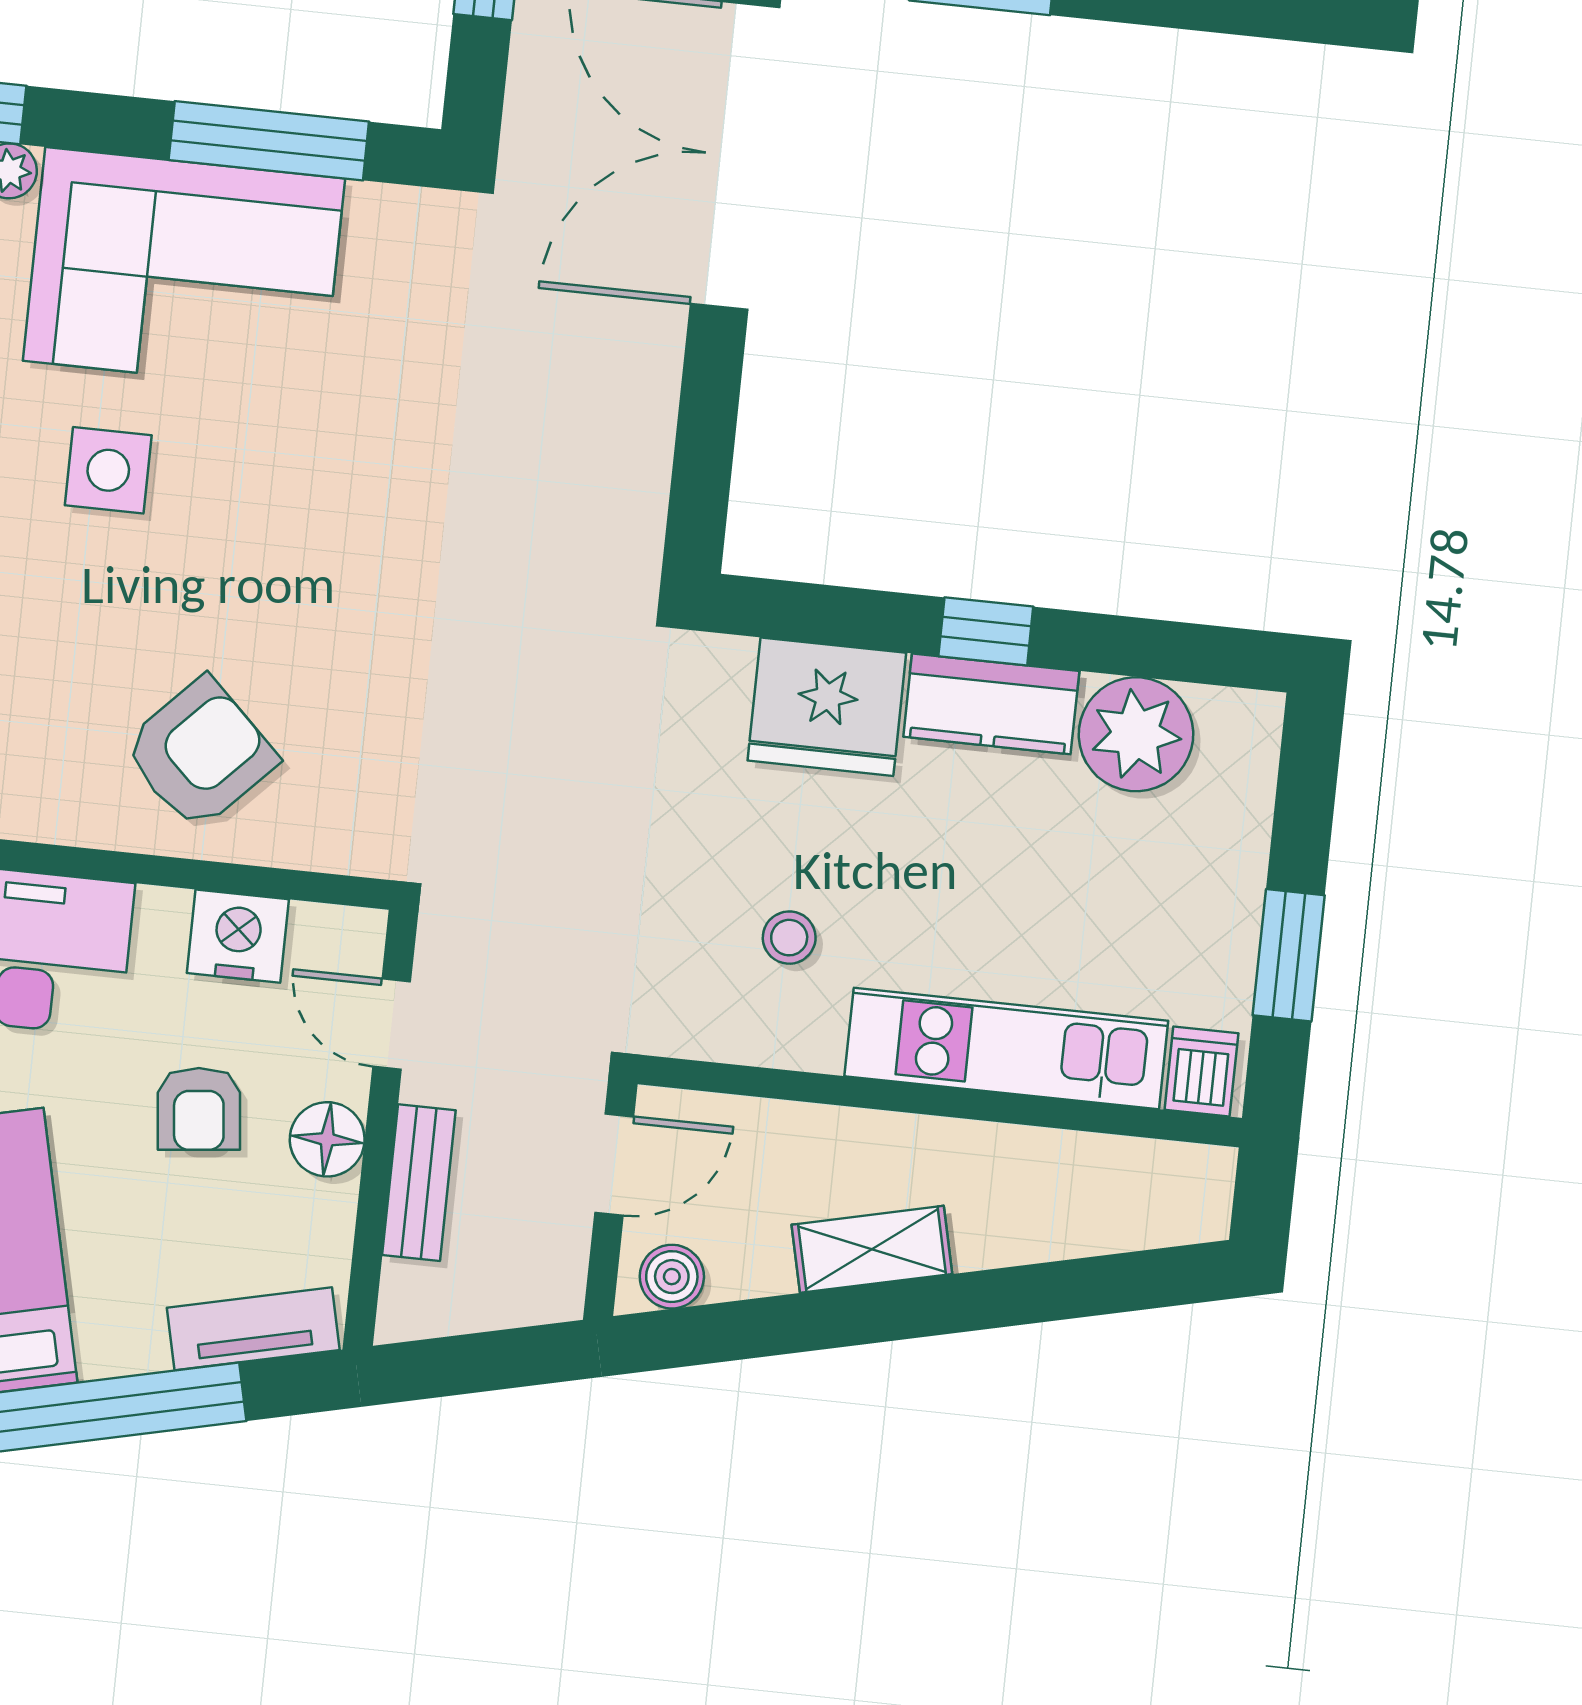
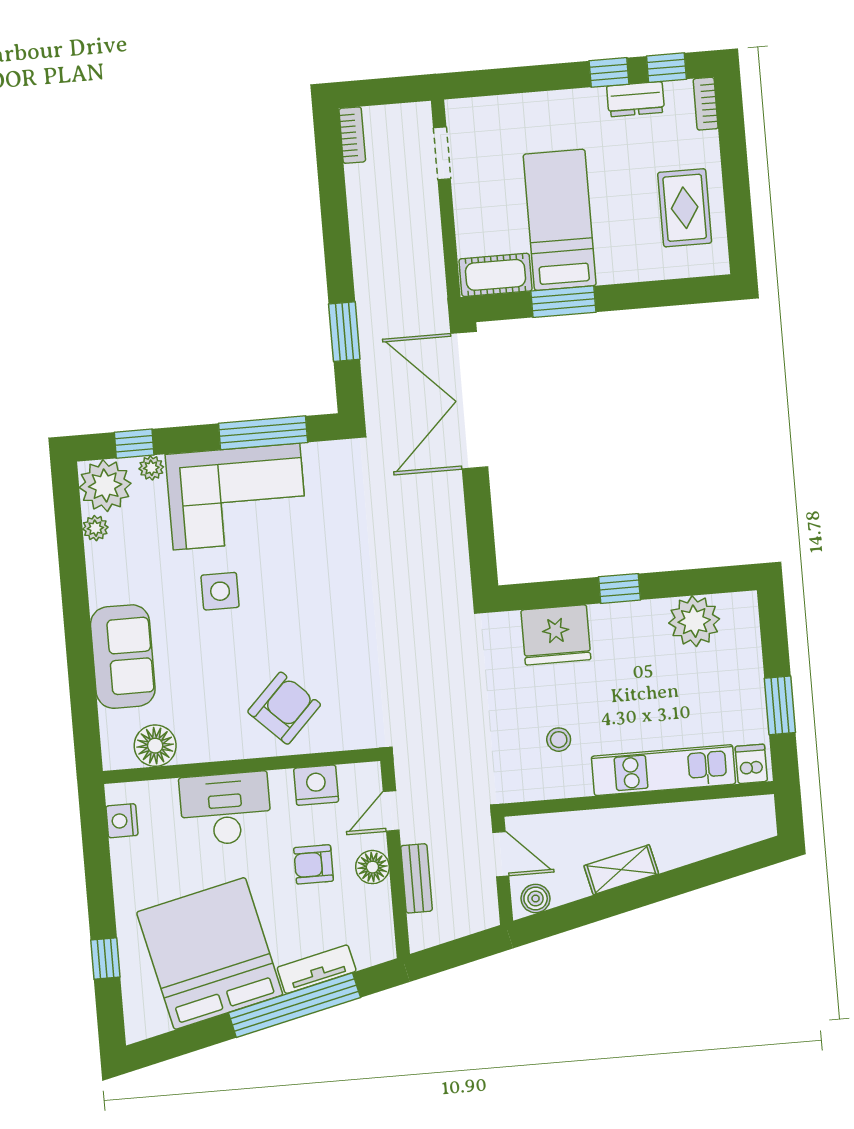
kitchen counter: (991, 704) -> (628, 620), removed
door: (392, 1024) -> (391, 811), hinge flipped
armchair: (199, 1109) -> (313, 864), turned 96
door: (614, 1165) -> (501, 854), hinge flipped
tv unit: (253, 1329) -> (317, 969), moved

